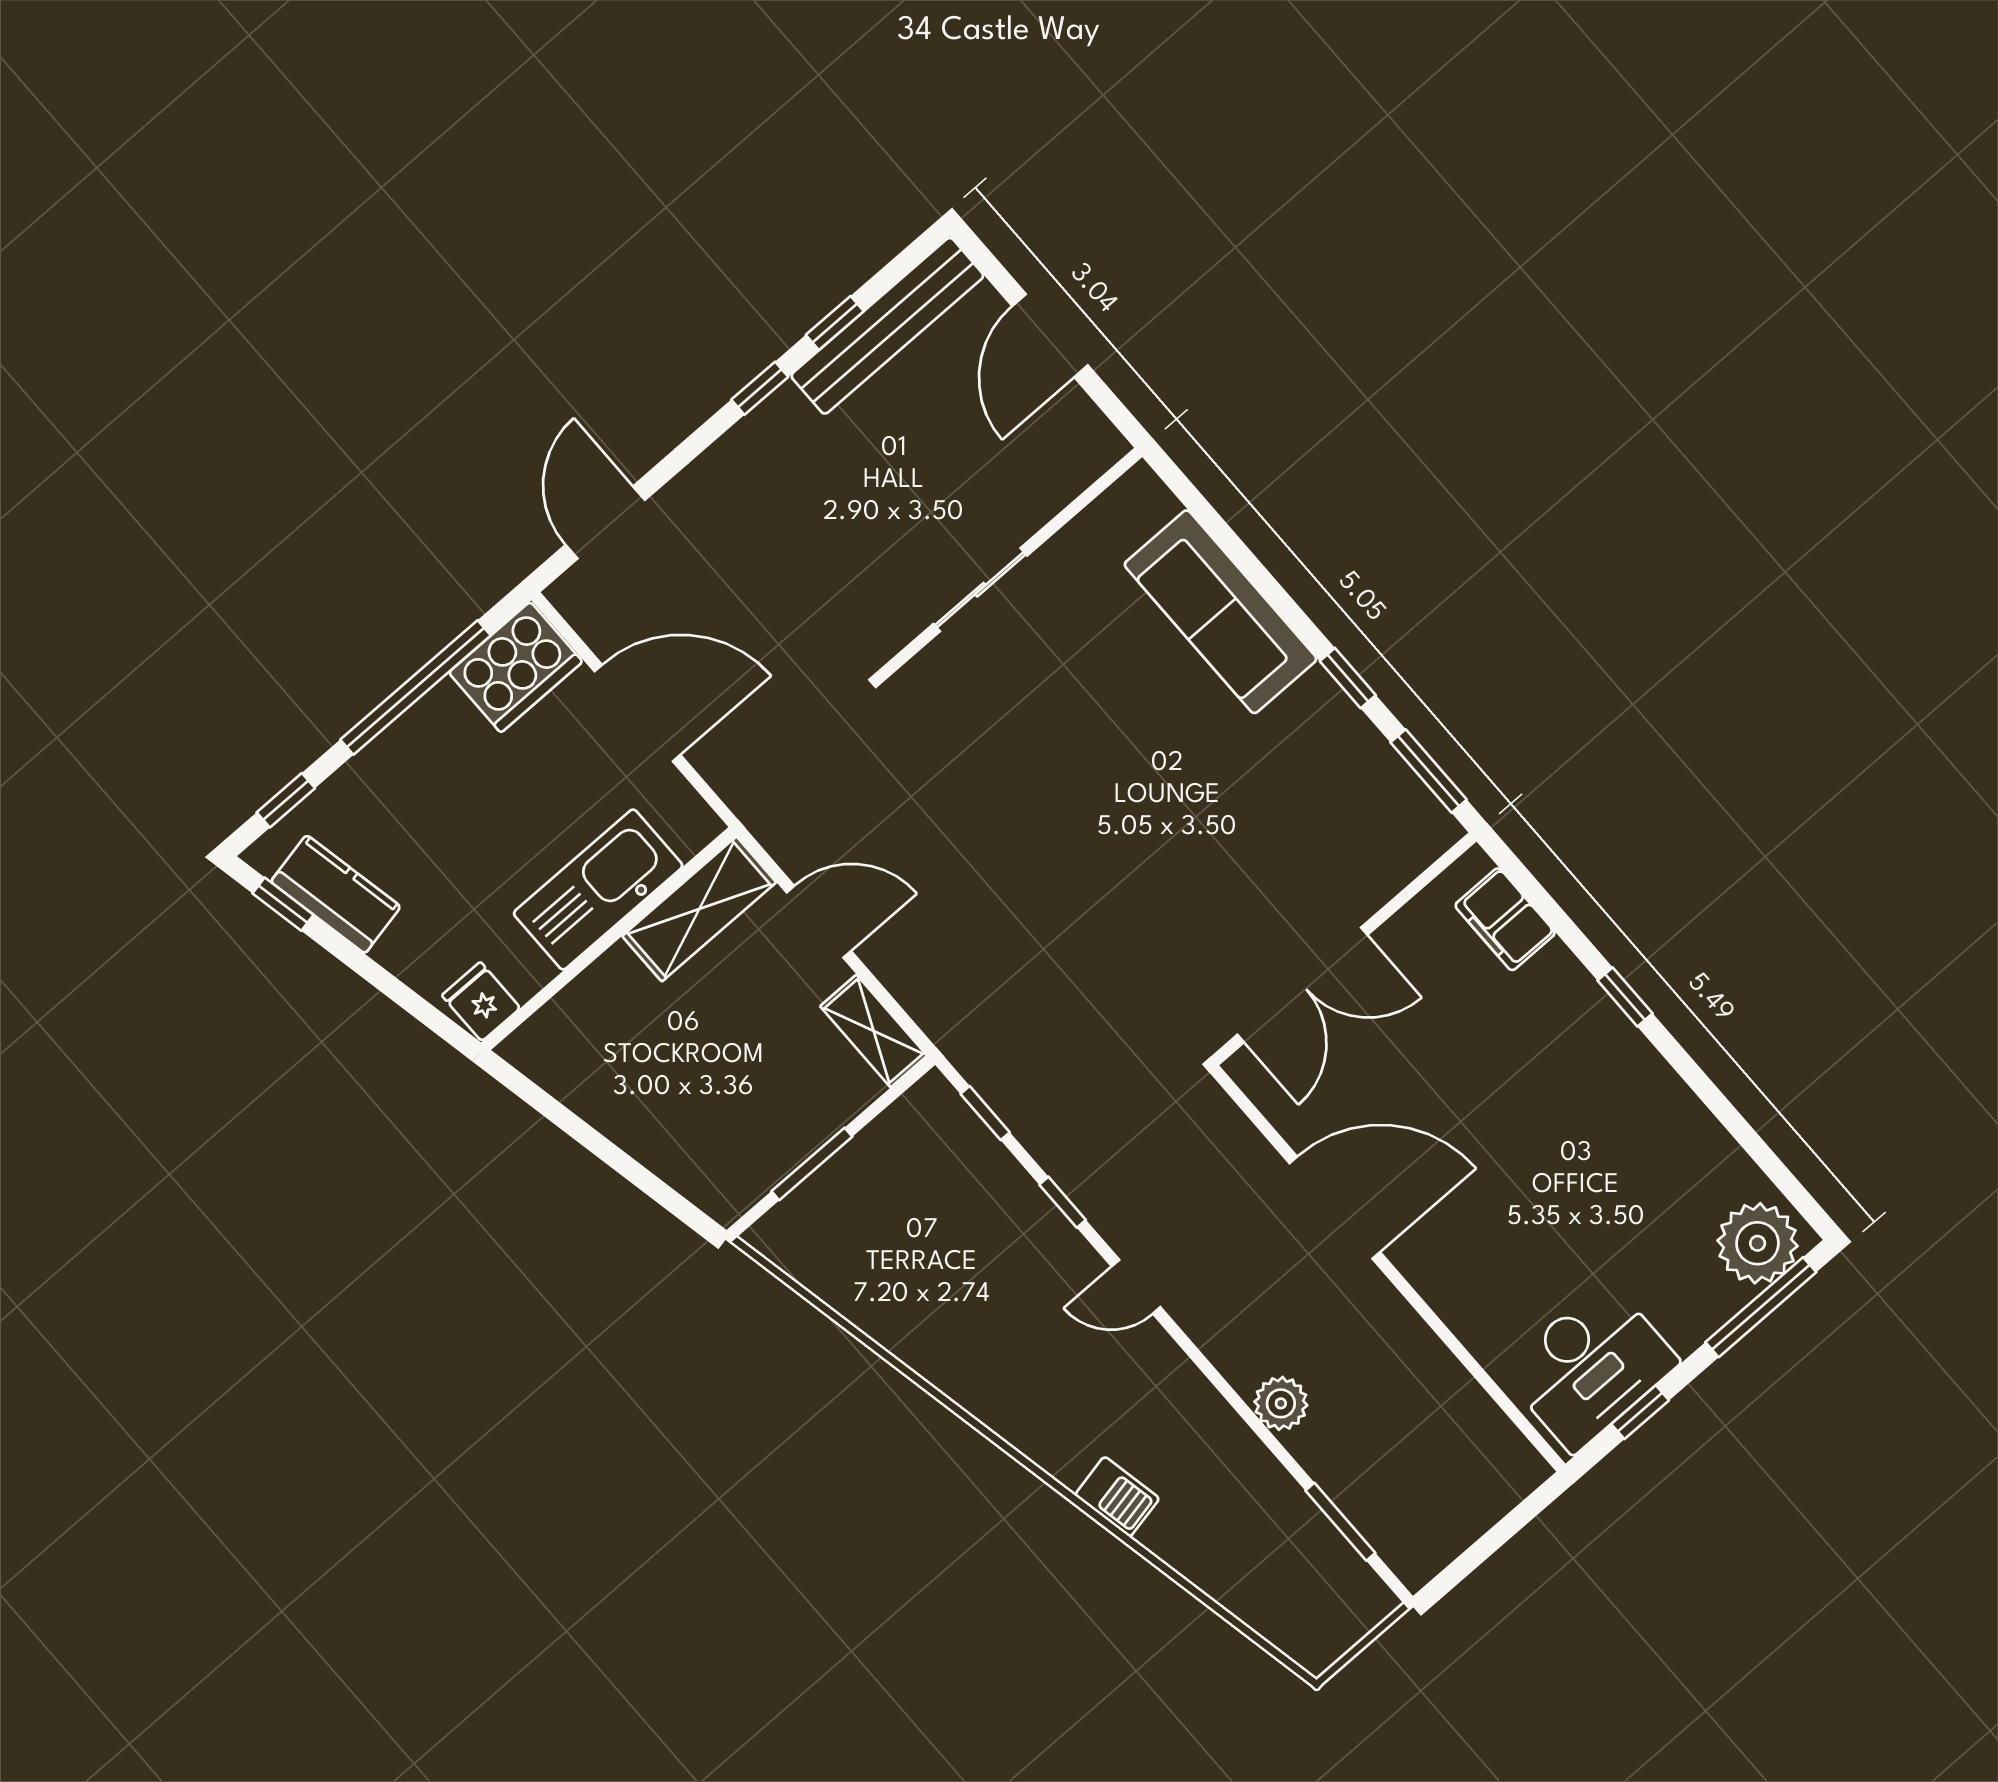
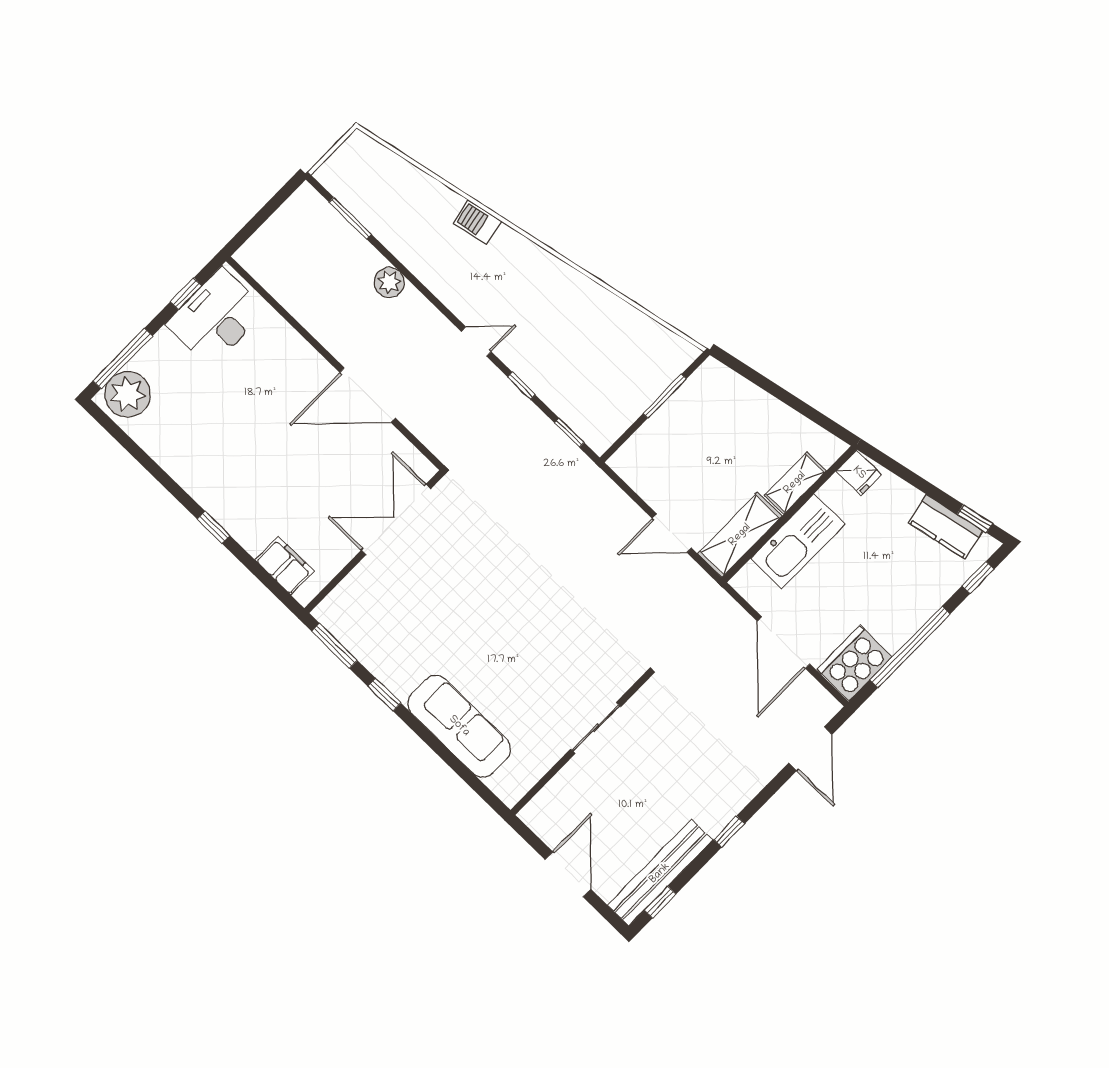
window: (835, 323) -> (660, 902), moved
door: (637, 713) -> (784, 643), hinge flipped
shelving: (874, 1031) -> (795, 483), moved, turned 90

